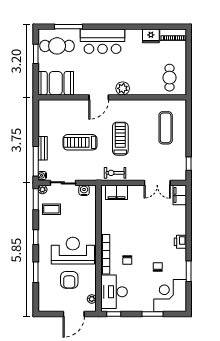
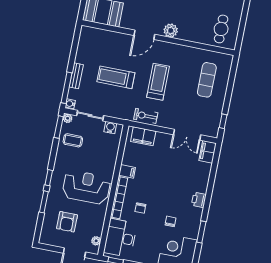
filing cabinet: (108, 228) -> (127, 171), added
window: (36, 237) -> (49, 178), moved
armchair: (69, 280) -> (67, 222), moved

